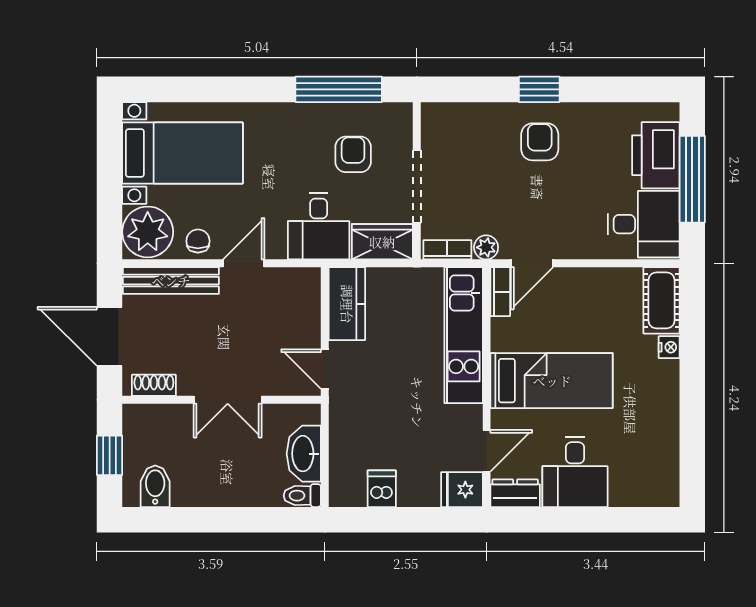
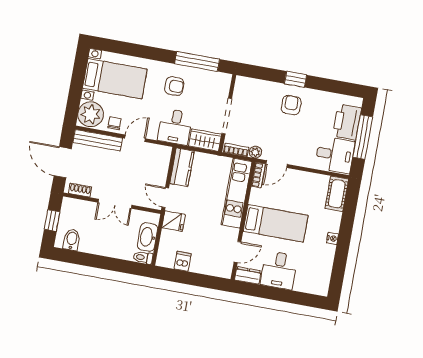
armchair: (353, 154) -> (174, 86), moved, turned 90
nightstand: (669, 347) -> (333, 238), moved
fridge: (462, 490) -> (174, 221), moved, turned 180

